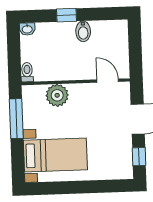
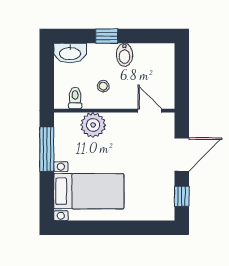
washbasin: (27, 29) -> (70, 53), width x1.91, depth x1.45
stool: (65, 60) -> (103, 86), added
toilet: (27, 72) -> (75, 98), moved

